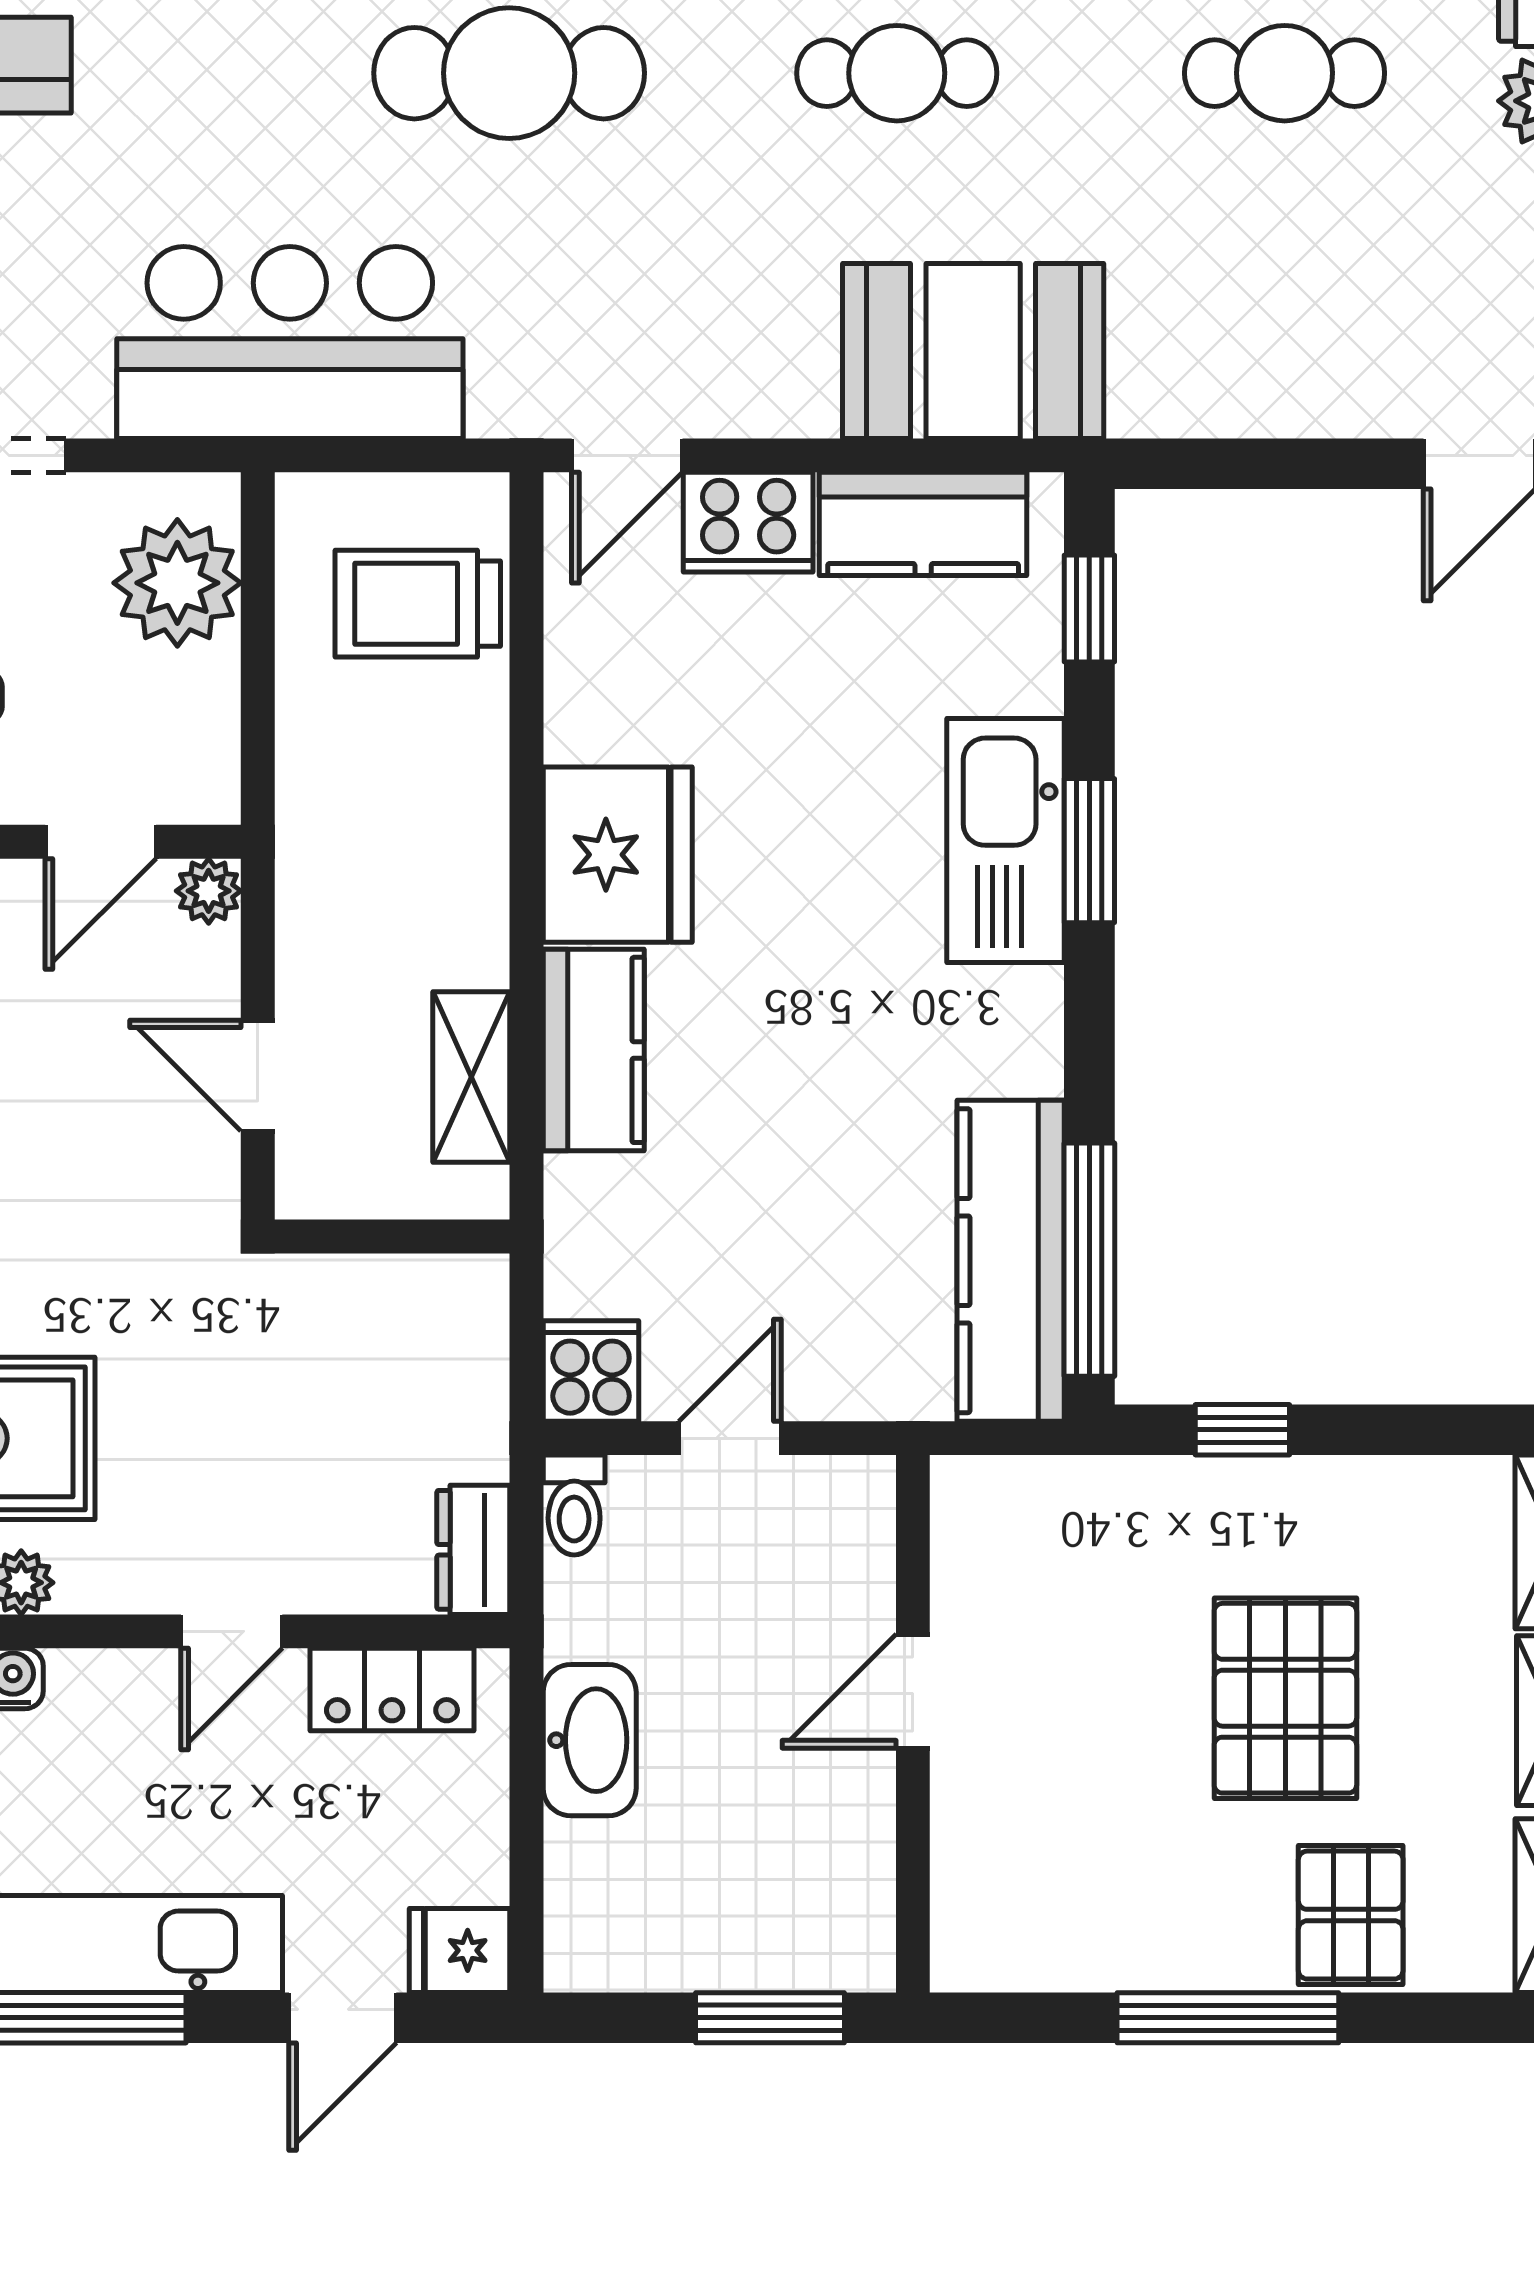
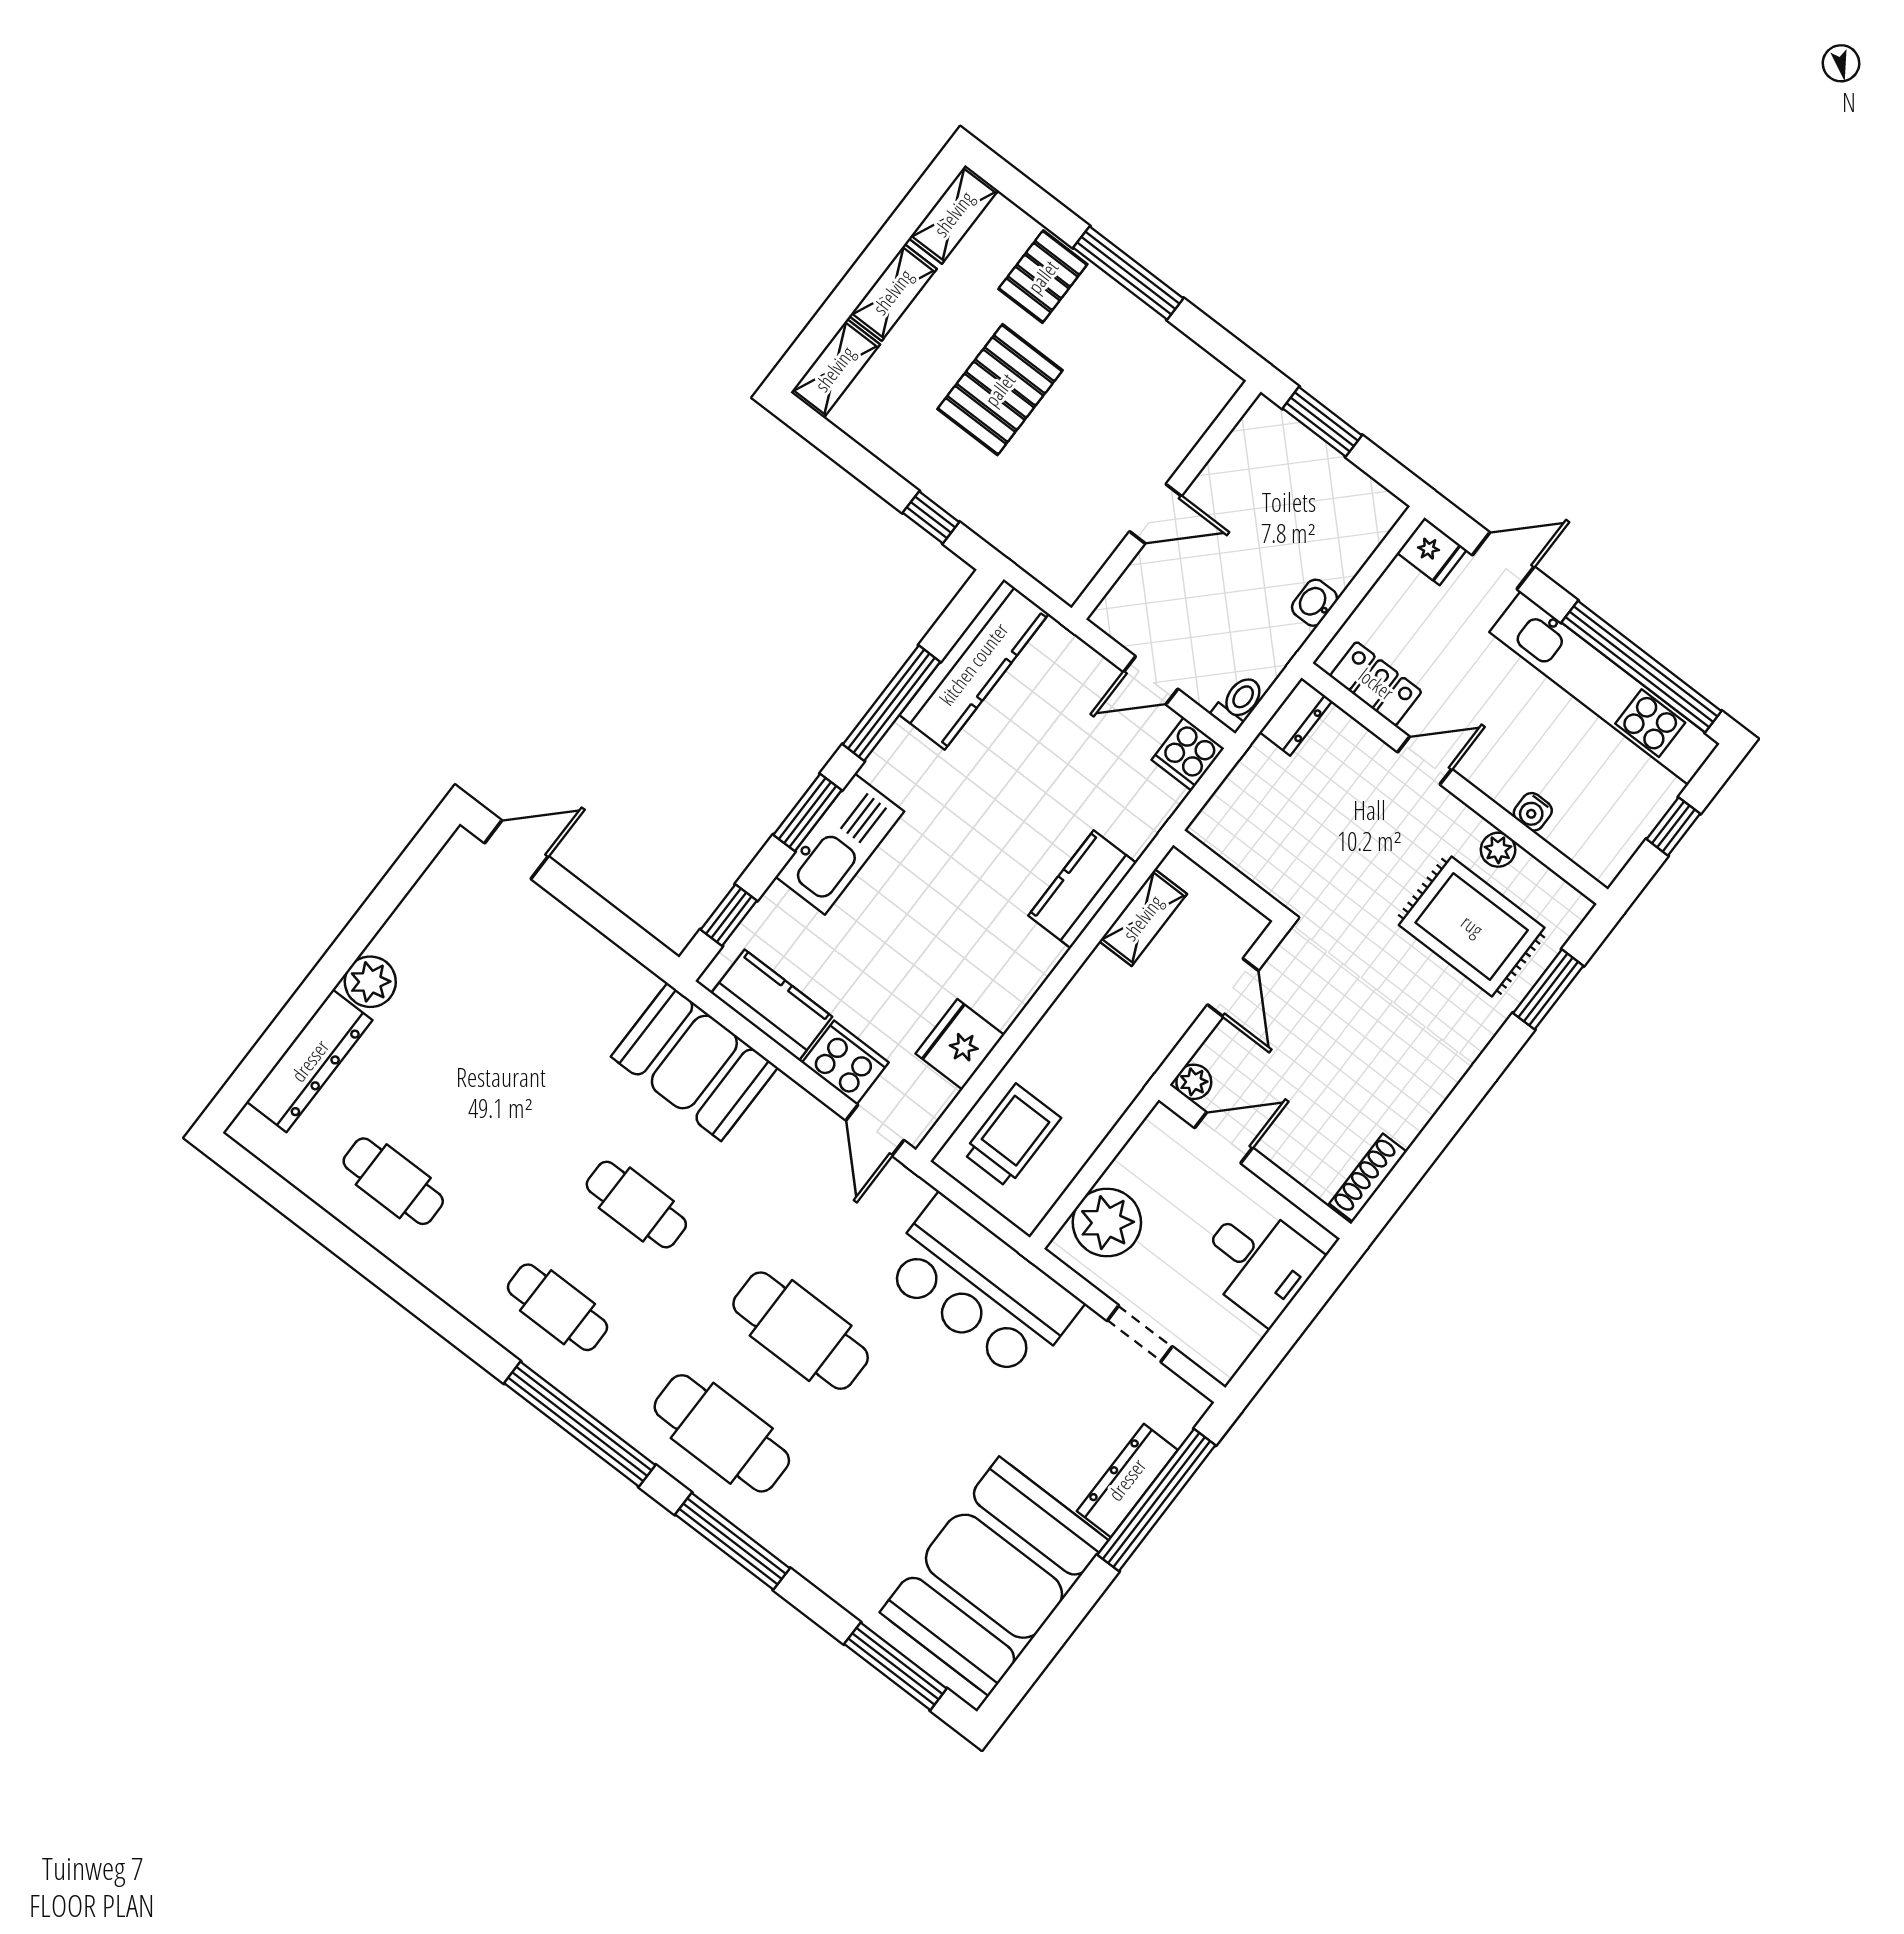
cafe table: (1285, 73) -> (472, 1078), removed
door: (627, 455) -> (875, 1130), swing flipped
trolley: (418, 604) -> (1012, 1135), turned -90
fridge: (618, 855) -> (960, 1044), moved, width x0.73, depth x0.75
window: (1089, 1260) -> (891, 703), moved
washbasin: (590, 1740) -> (1315, 603), width x0.52, depth x0.69

